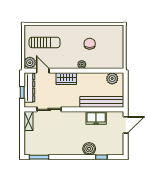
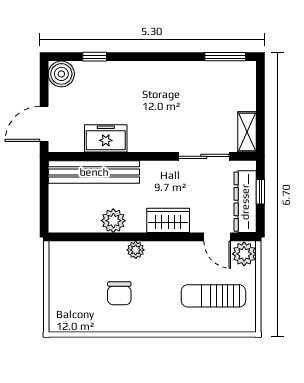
plant: (112, 79) -> (113, 221), moved
boiler: (89, 149) -> (61, 74), moved

